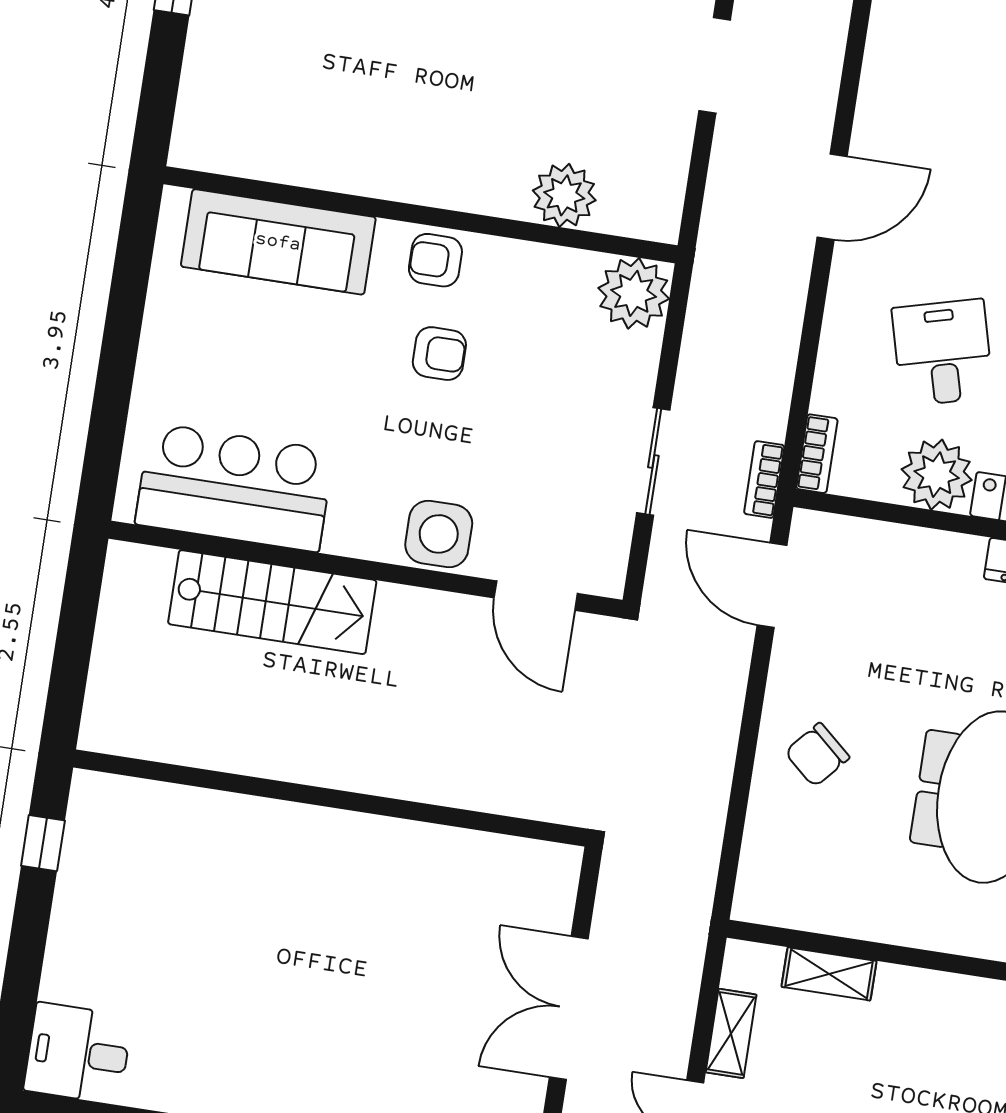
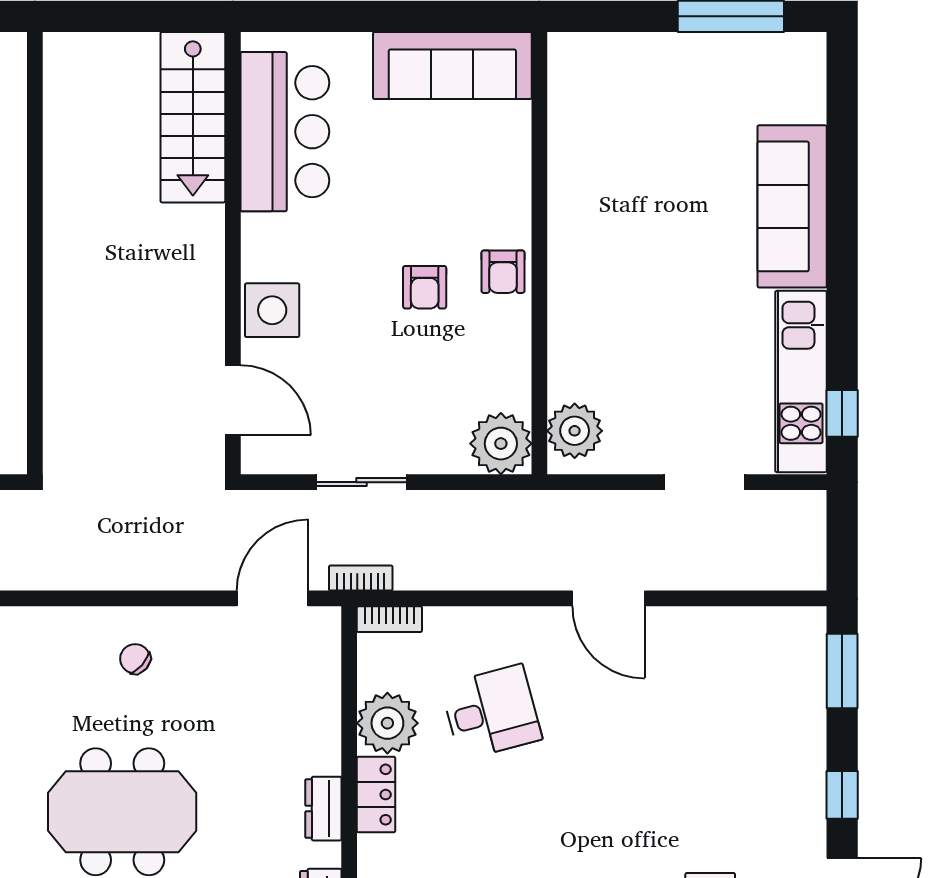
plant: (564, 195) -> (575, 431), moved
sofa: (278, 242) -> (452, 66), moved, turned -90
armchair: (435, 260) -> (503, 272), turned 180
door: (536, 596) -> (233, 400), swing flipped
stairs: (272, 602) -> (193, 117), moved
chair: (817, 755) -> (135, 659), width x0.73, depth x0.73

